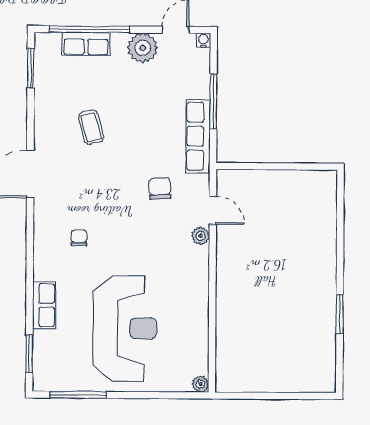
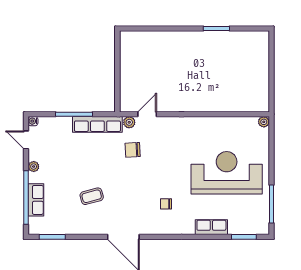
plant: (143, 48) -> (34, 167), width x0.53, depth x0.53
plant: (201, 236) -> (129, 122), moved

